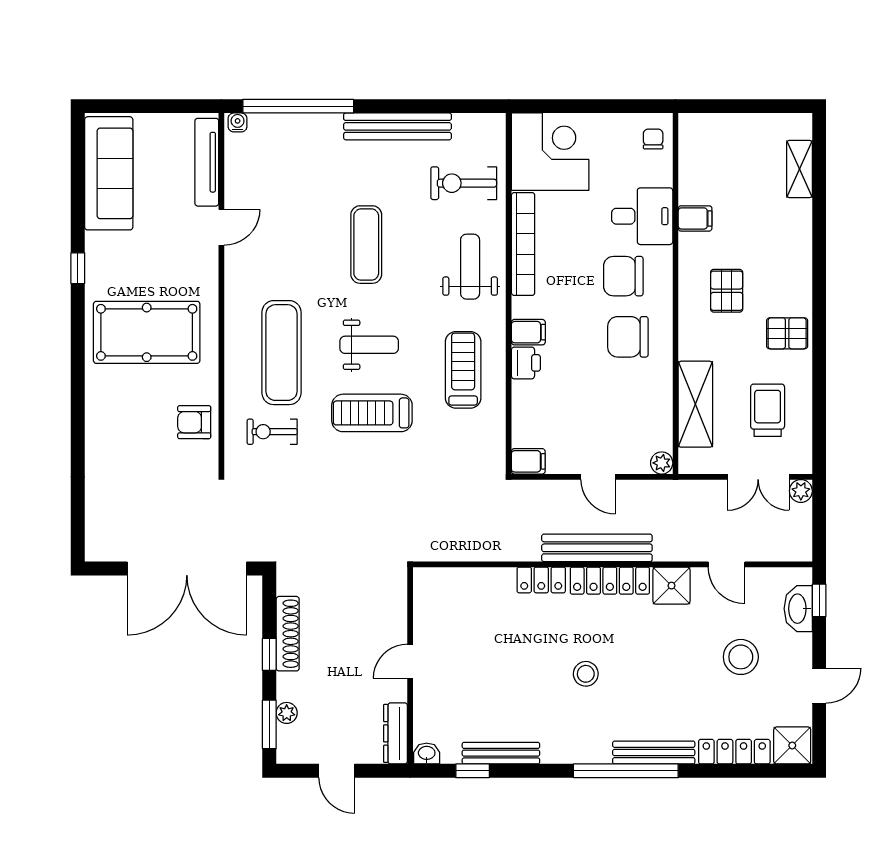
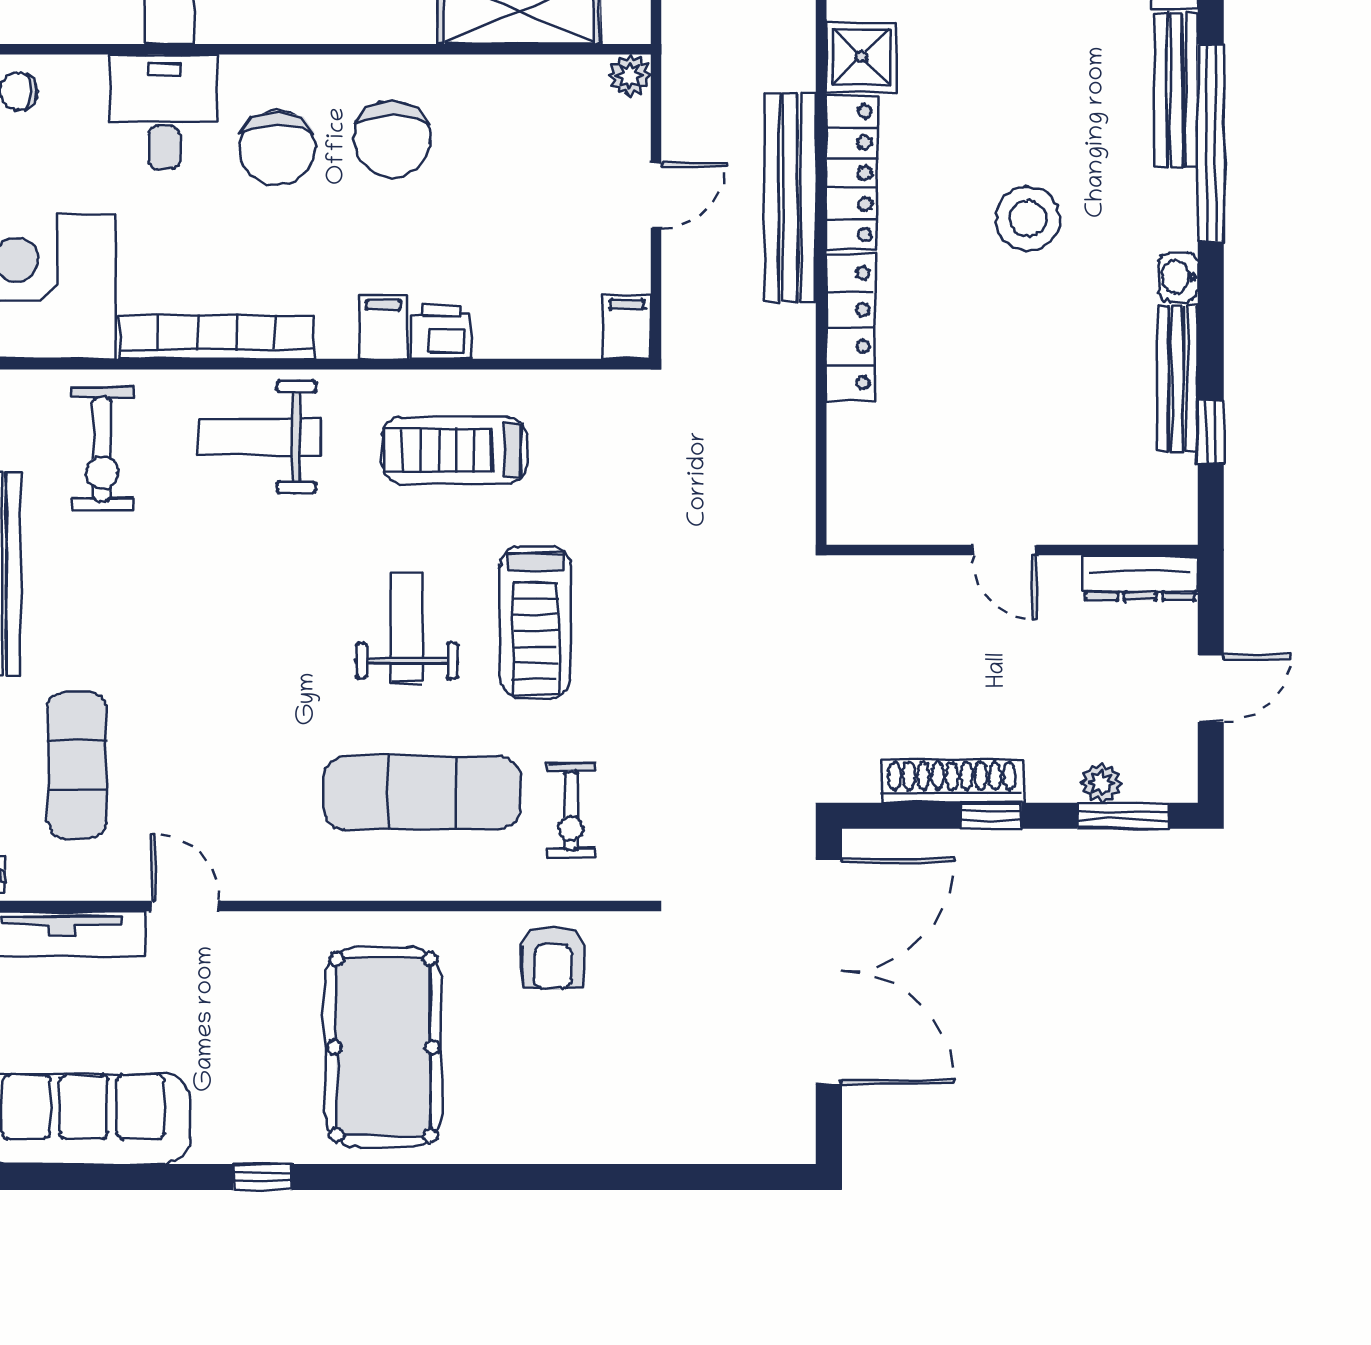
exercise mat: (366, 245) -> (77, 765), moved, turned 90
locker: (541, 580) -> (851, 328), width x1.53
stool: (586, 674) -> (1028, 219), width x1.38, depth x1.38
washbasin: (427, 754) -> (1178, 277), moved

